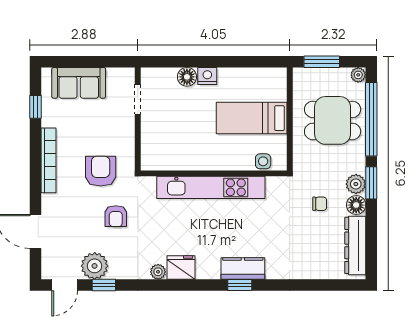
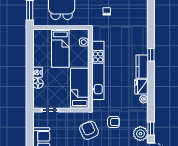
bed: (178, 154) -> (80, 88), added
armchair: (101, 171) -> (89, 130), turned 66
kitchen counter: (243, 269) -> (142, 67), moved

